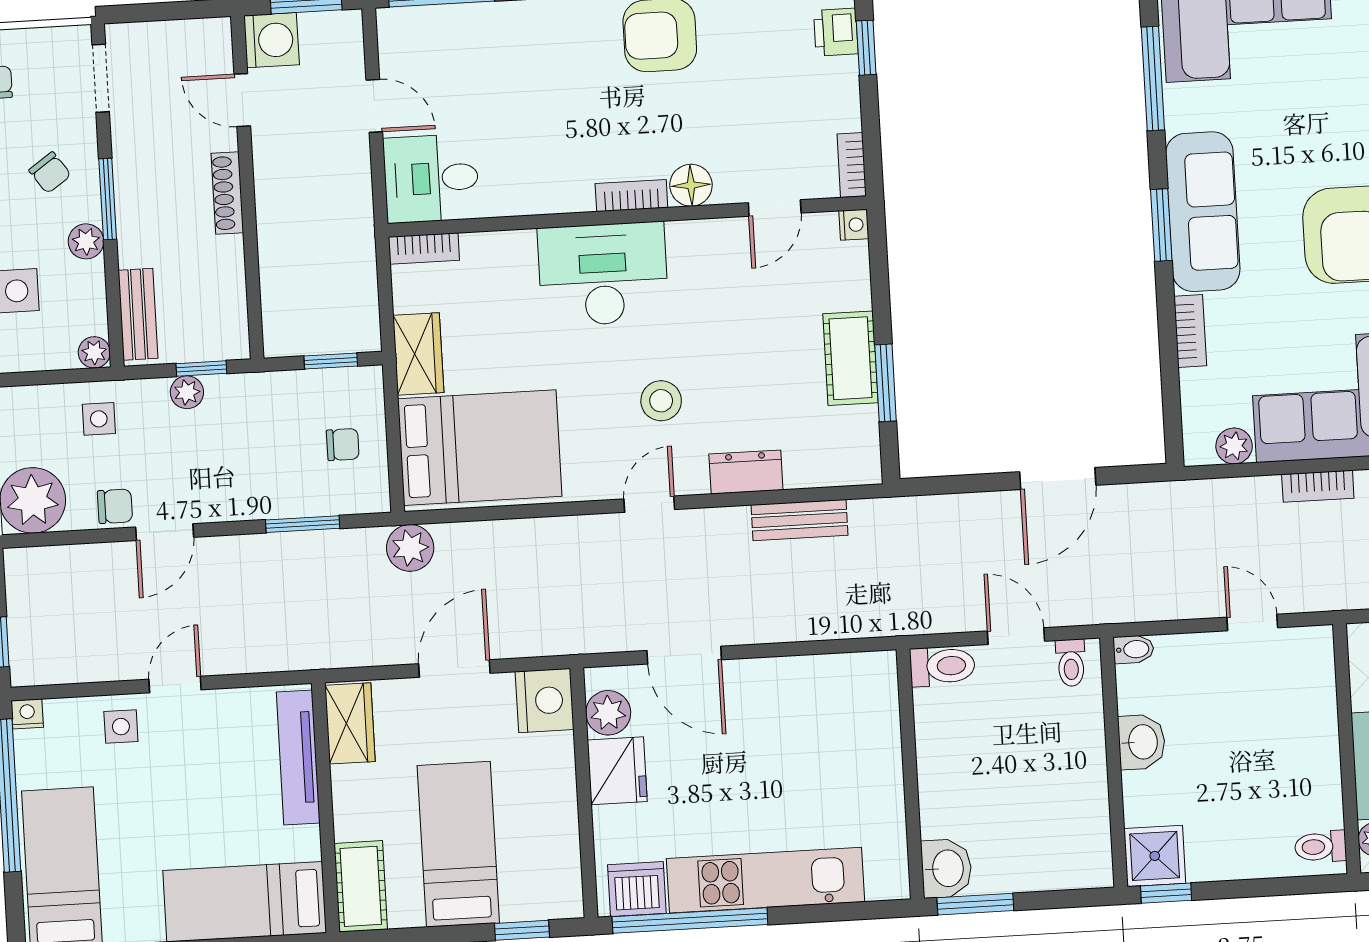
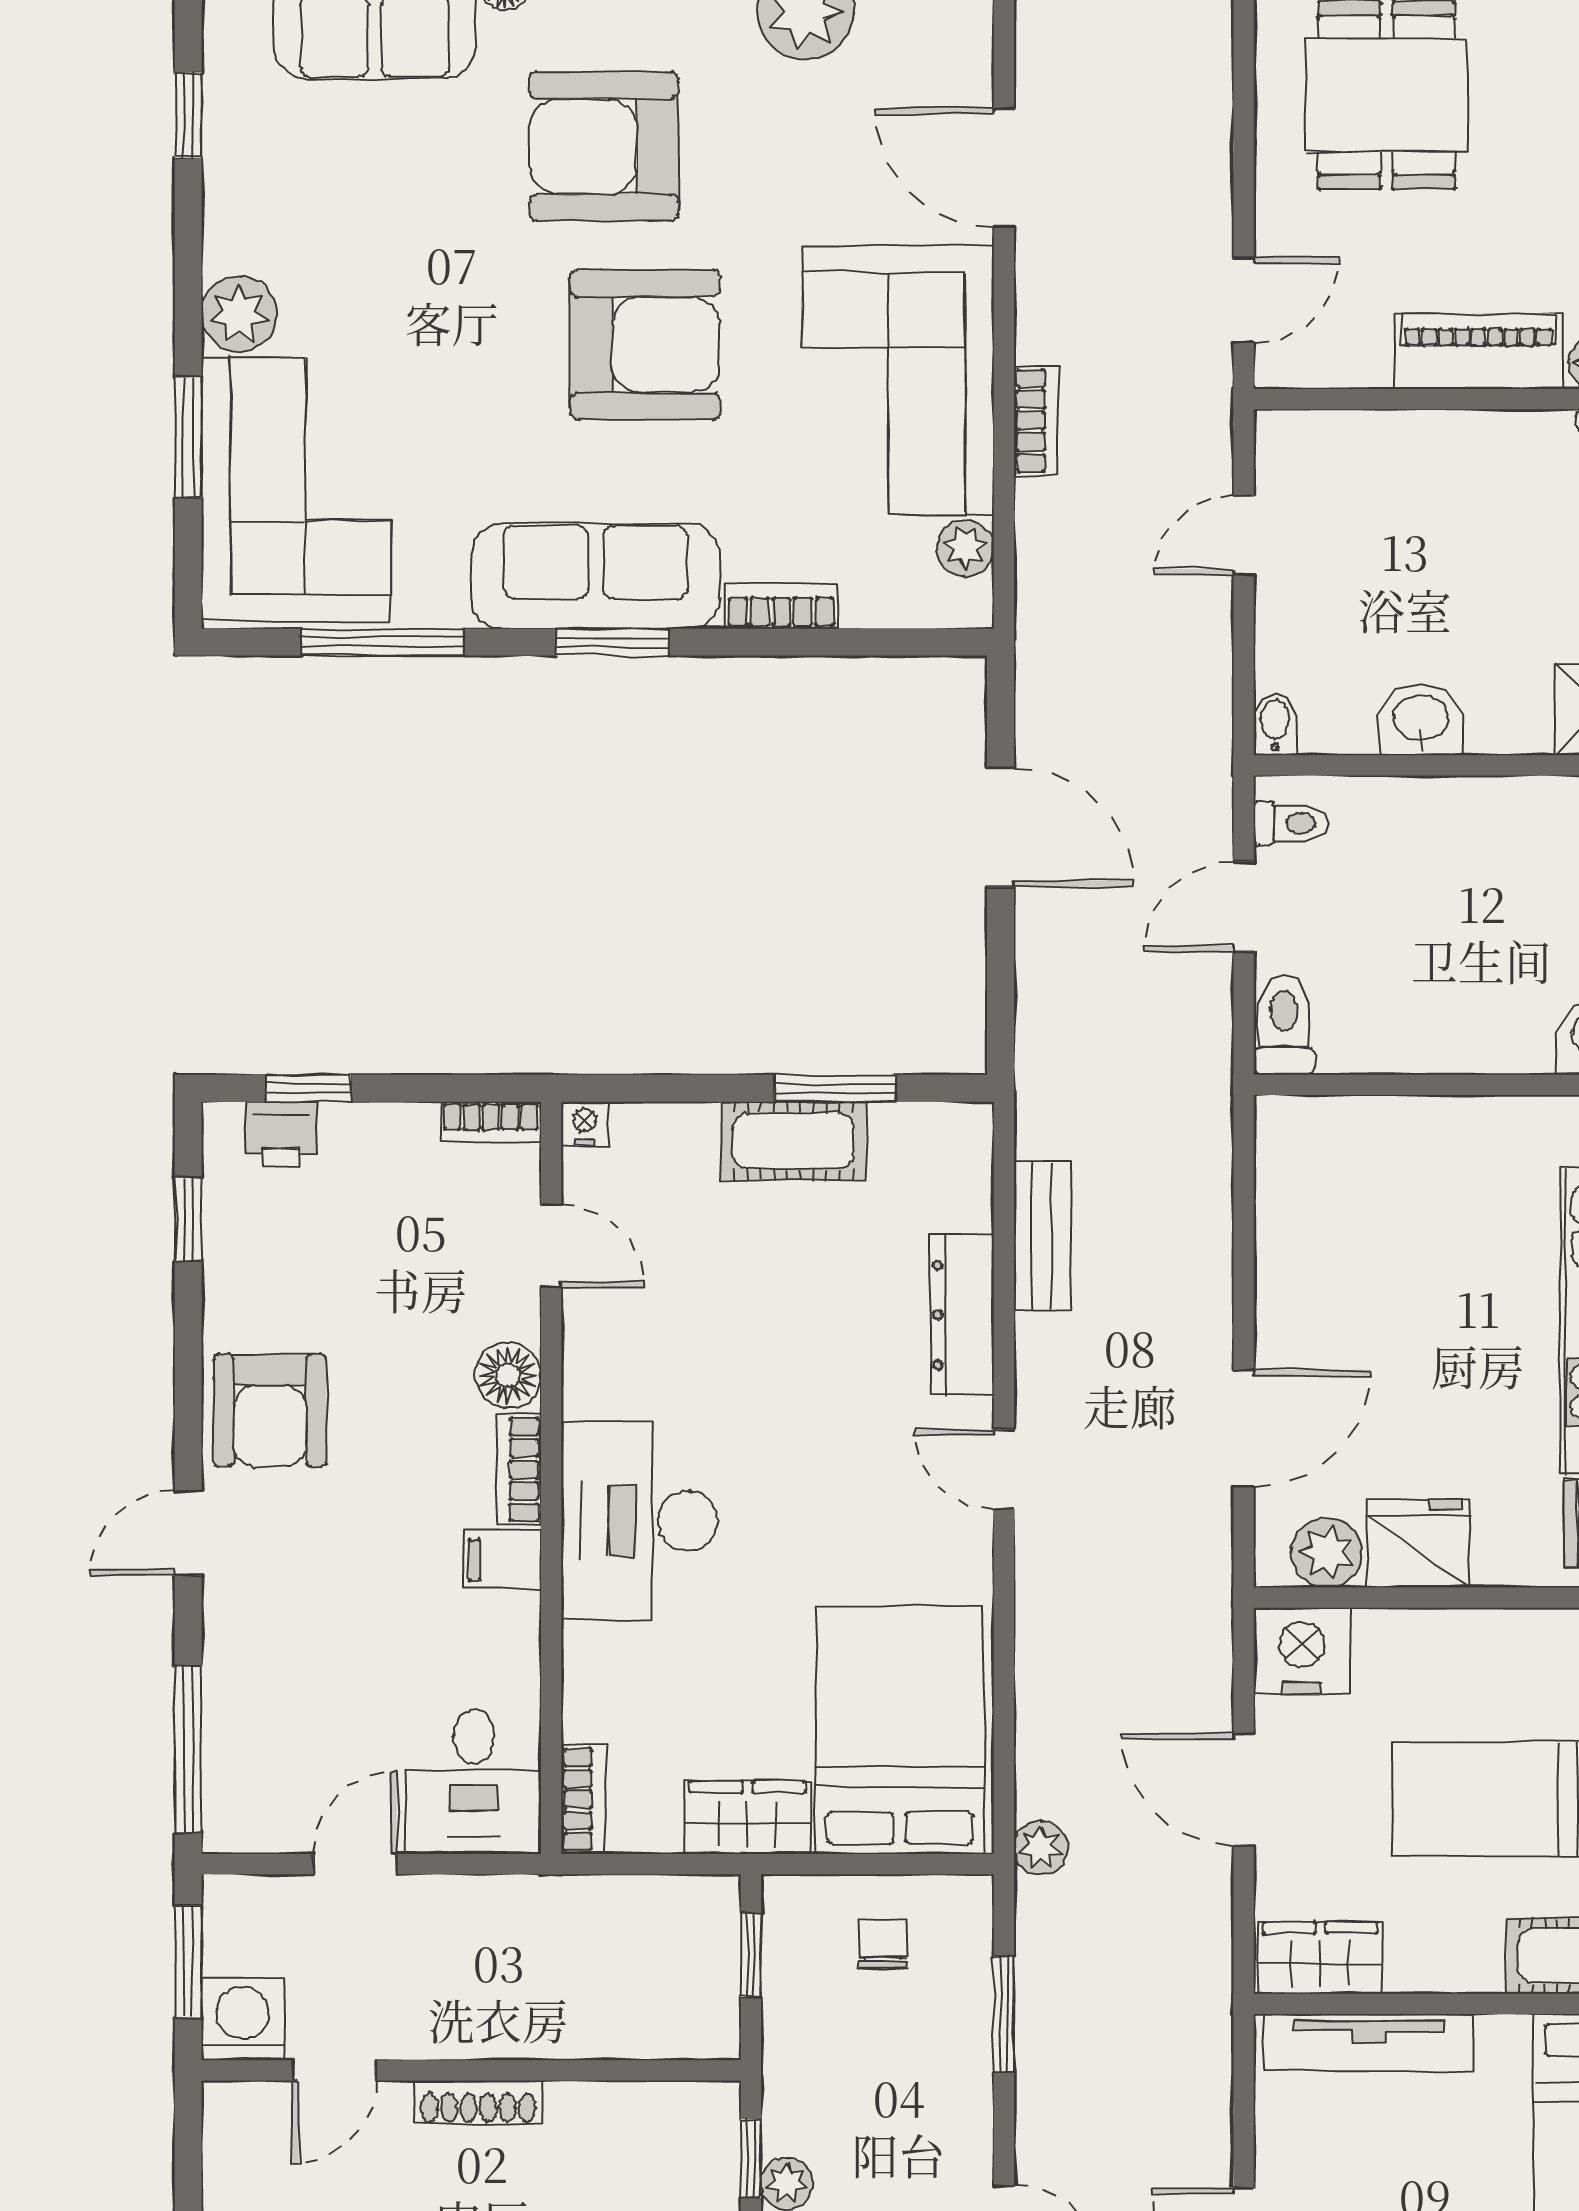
filing cabinet: (573, 188) -> (502, 1560), added
stool: (661, 401) -> (843, 1442), removed
dresser: (746, 472) -> (962, 1315), width x1.44
plant: (410, 548) -> (1041, 1848), width x0.73, depth x0.73

